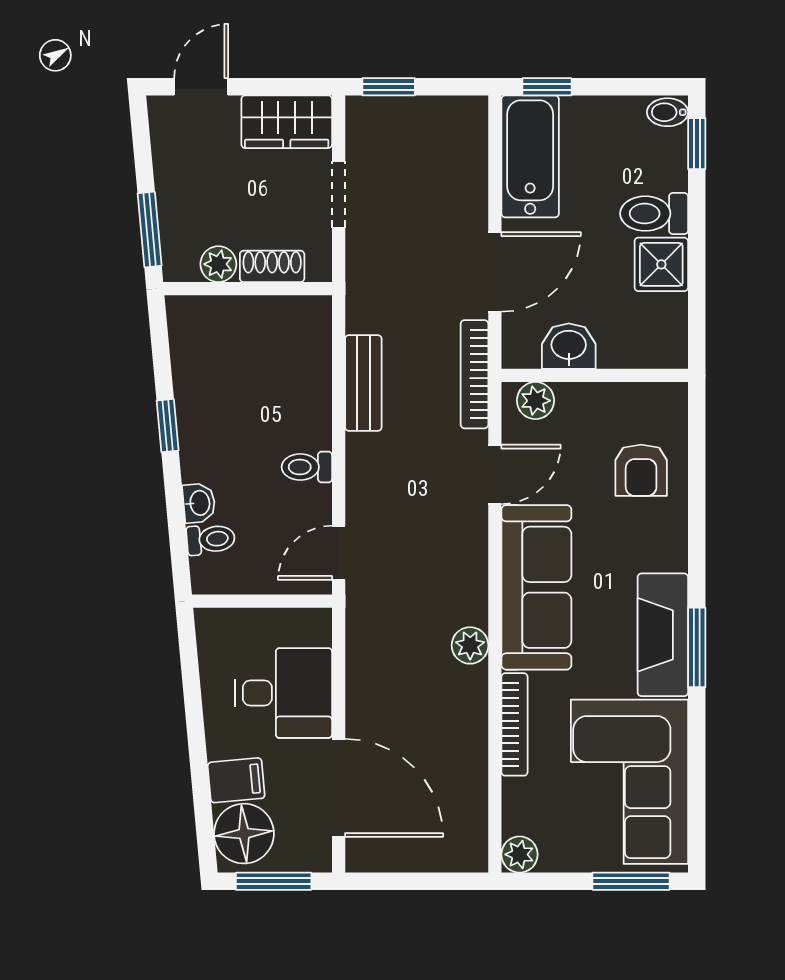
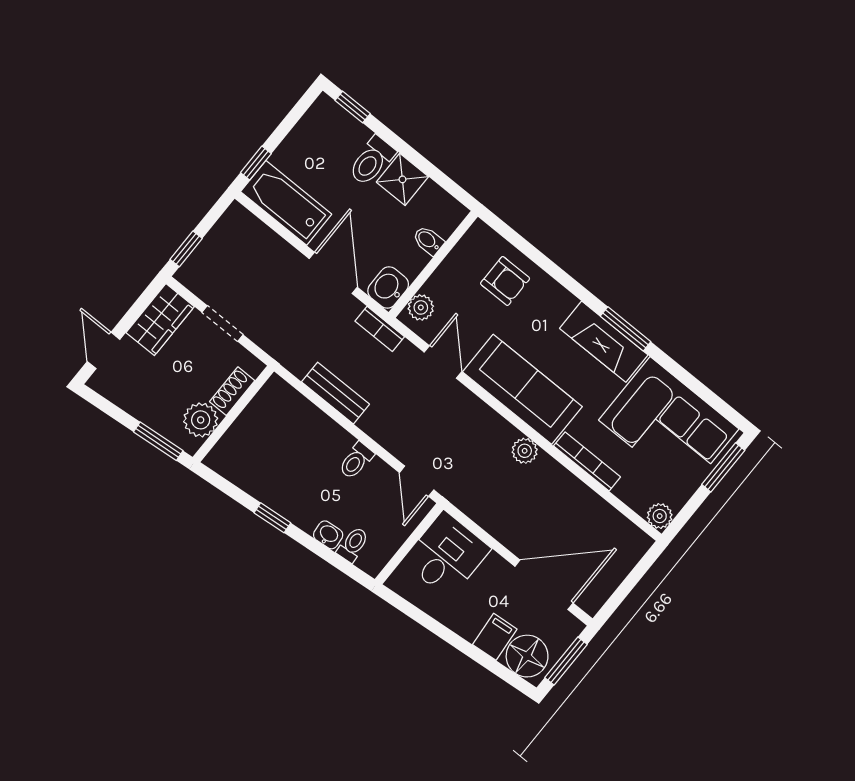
bidet: (668, 112) -> (428, 241), moved, turned 90
plant: (218, 264) -> (201, 420), width x1.38, depth x1.38
washbasin: (569, 346) -> (388, 288), moved
bookcase: (474, 374) -> (380, 329), width x0.64
desk: (284, 693) -> (446, 555), moved

